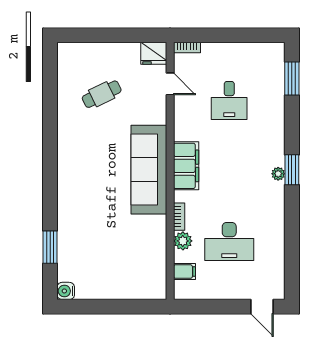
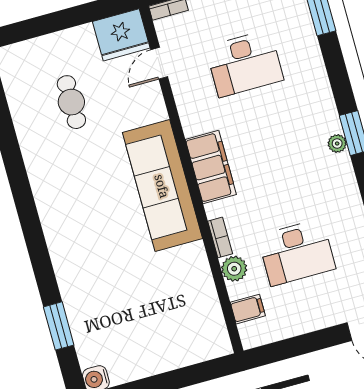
fridge: (154, 53) -> (121, 35), width x1.36, depth x1.34
door: (170, 84) -> (159, 63), swing flipped
cafe table: (102, 94) -> (71, 102), turned -64
desk: (229, 100) -> (245, 63), width x1.37

